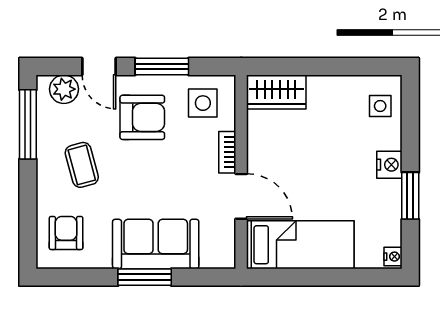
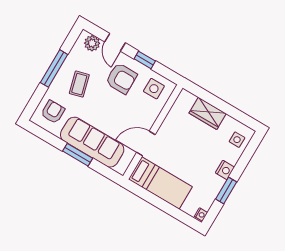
window: (162, 67) -> (145, 60), width x0.67
wardrobe: (276, 92) -> (208, 113), moved
window: (28, 124) -> (54, 68), moved
bookcase: (227, 152) -> (152, 119), removed
door: (241, 196) -> (146, 143), swing flipped
sofa: (156, 244) -> (92, 142), width x1.36

